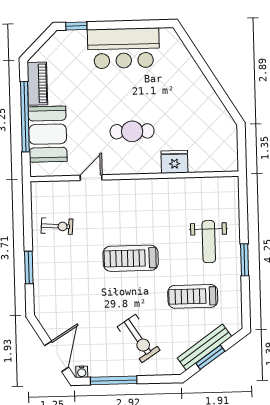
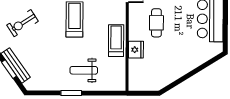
treadmill: (193, 296) -> (116, 41), moved

